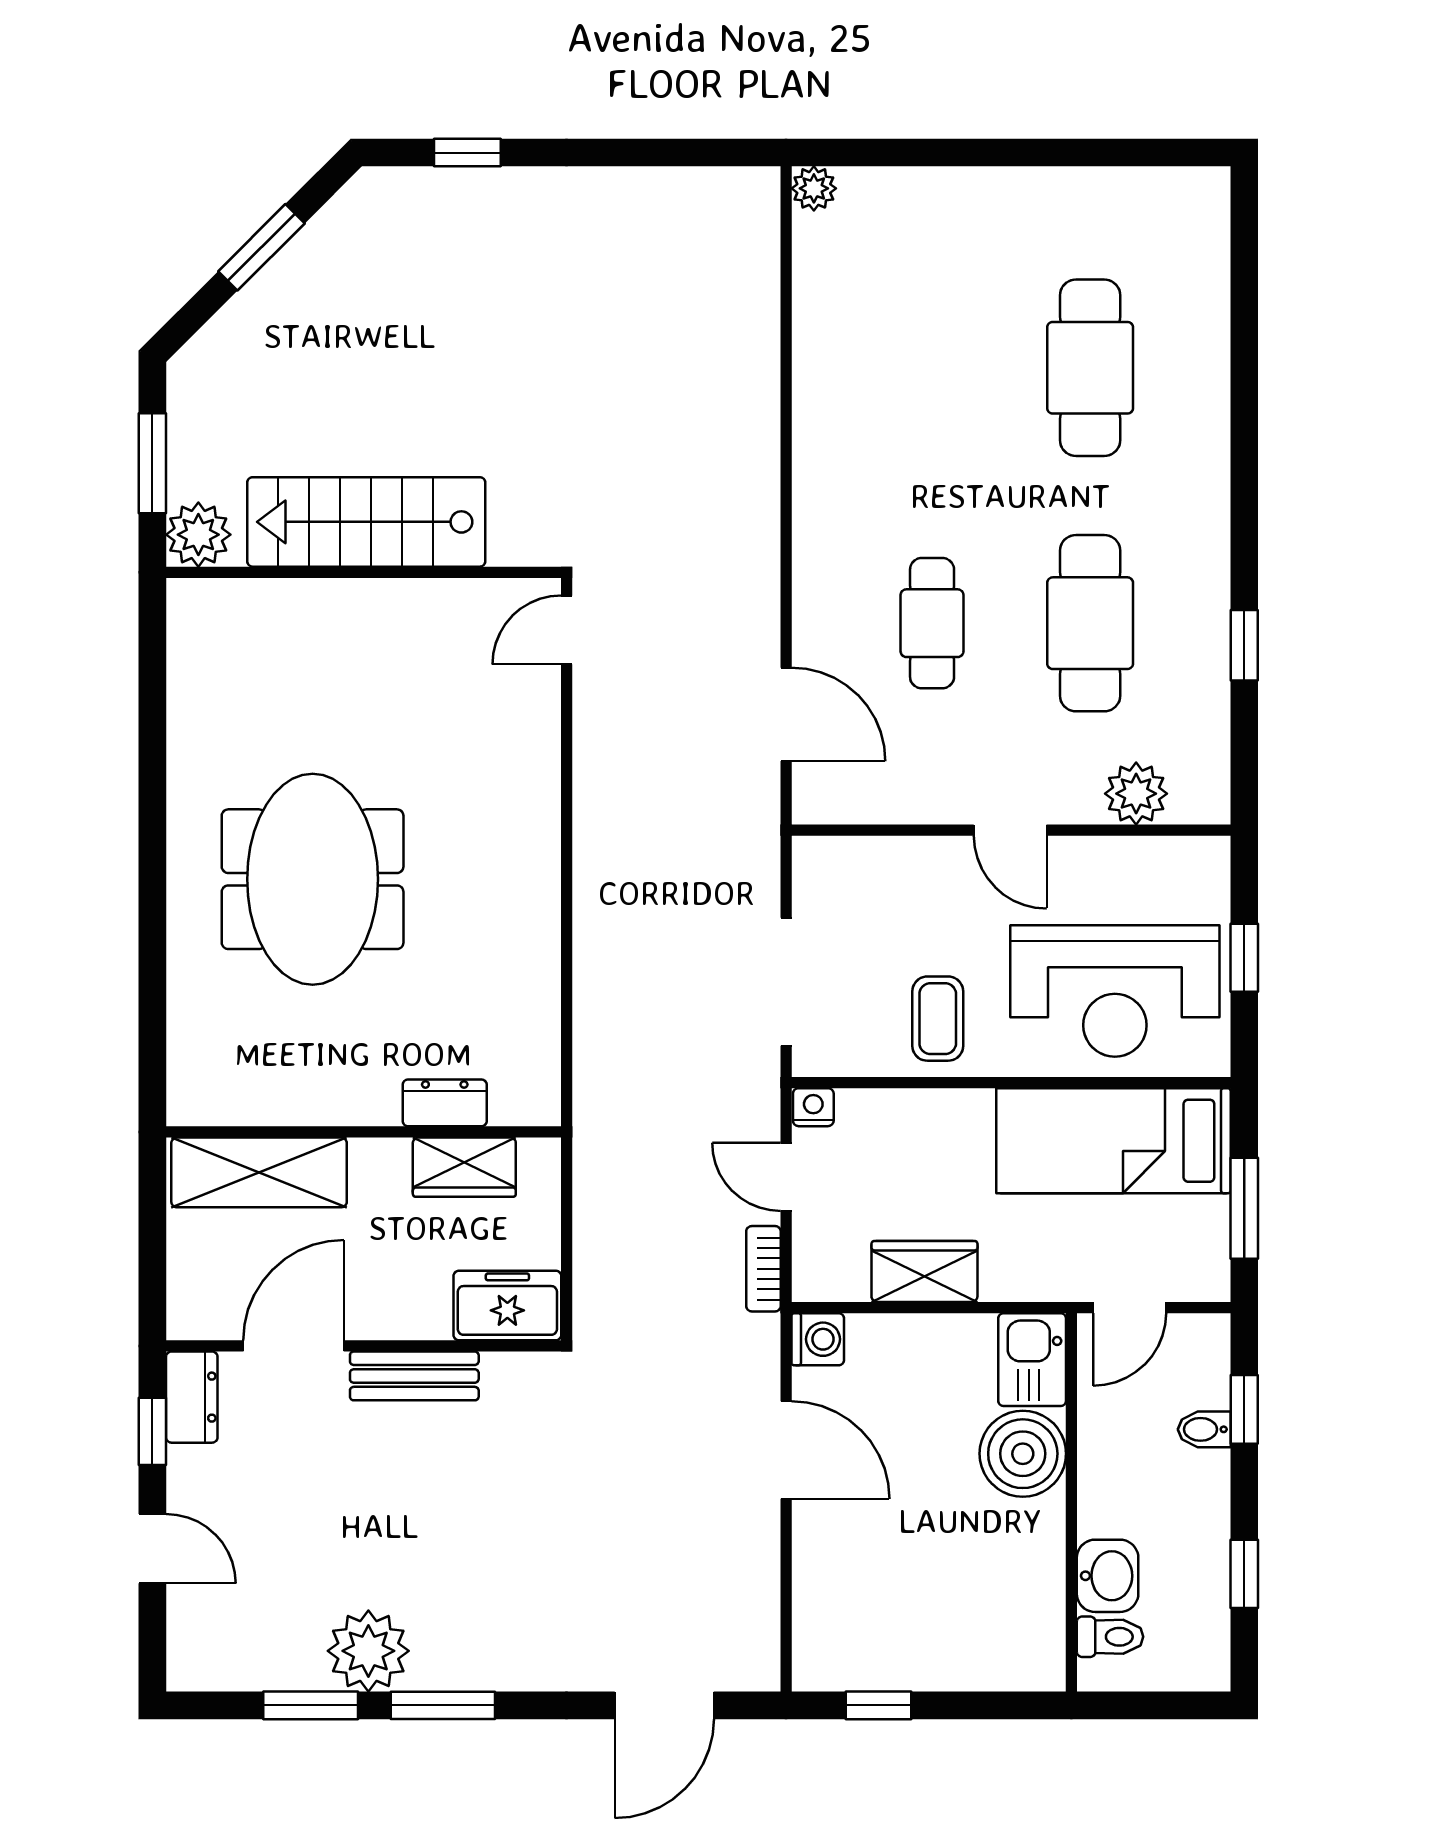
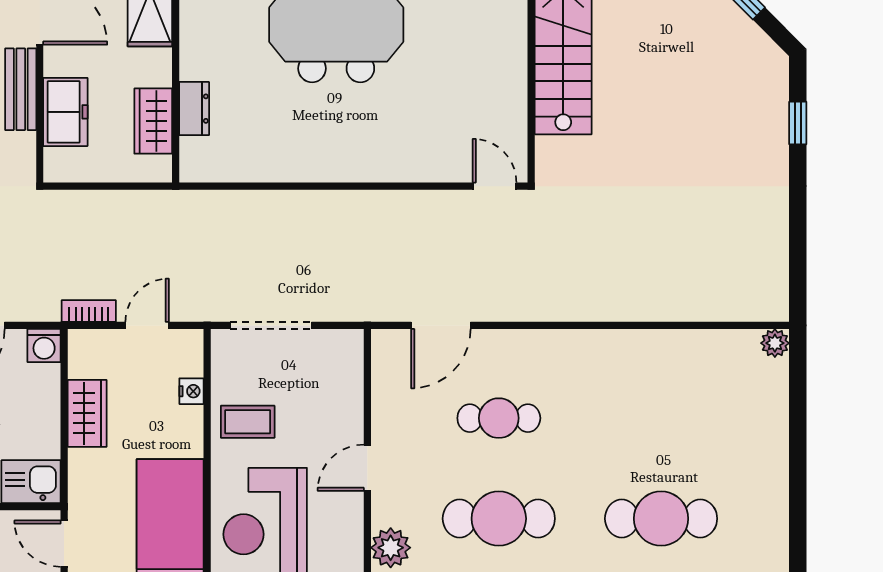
nightstand: (813, 1107) -> (191, 391), moved
freezer: (507, 1306) -> (65, 112), moved

